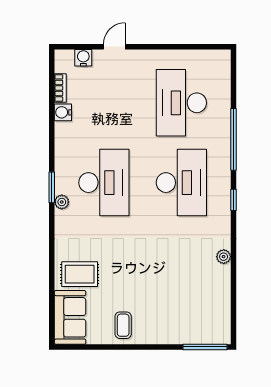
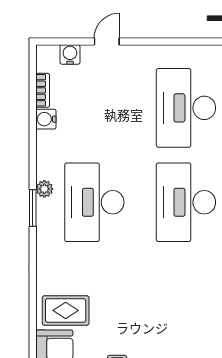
desk: (104, 183) -> (94, 202), turned 180
desk: (181, 183) -> (186, 202), turned 180
plant: (62, 202) -> (44, 189), moved

